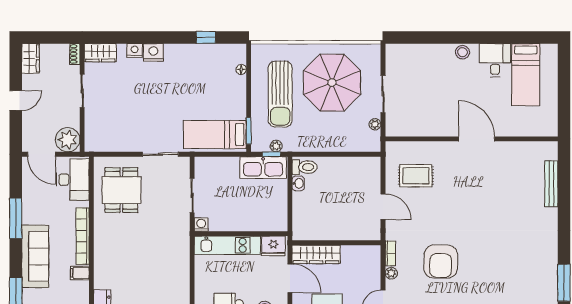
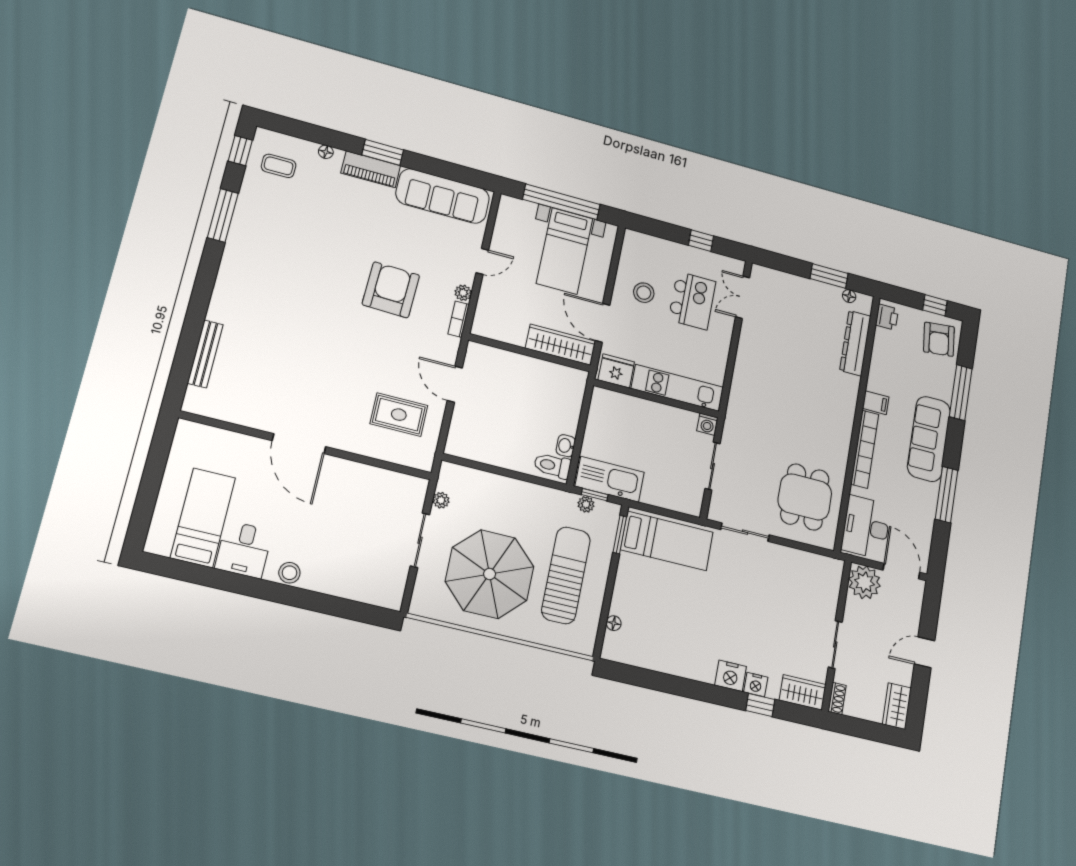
window: (206, 37) -> (760, 705), moved

